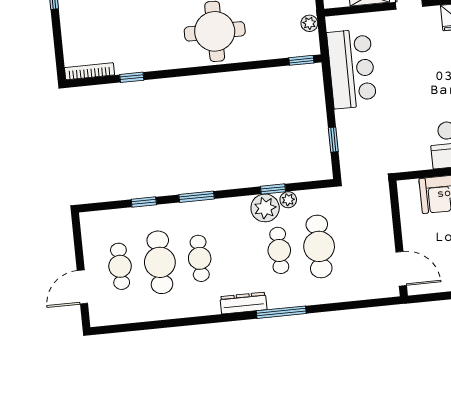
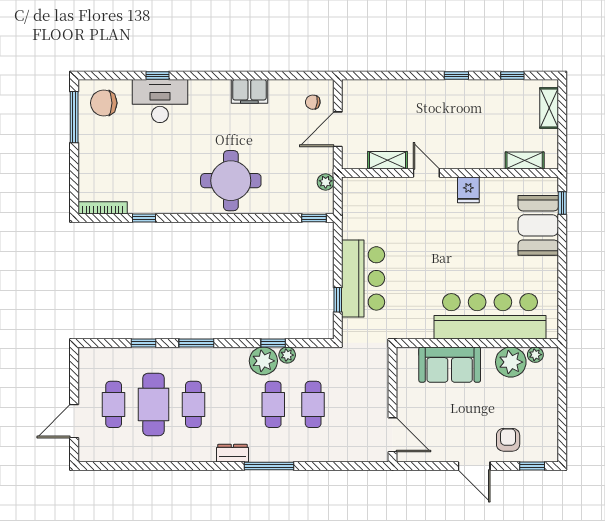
bar counter: (352, 69) -> (363, 278), moved
cafe table: (319, 246) -> (313, 404), width x0.73, depth x0.74
dresser: (243, 303) -> (232, 453), width x0.70

